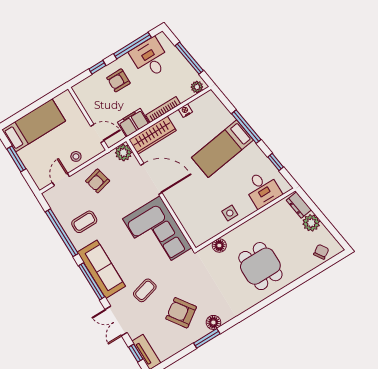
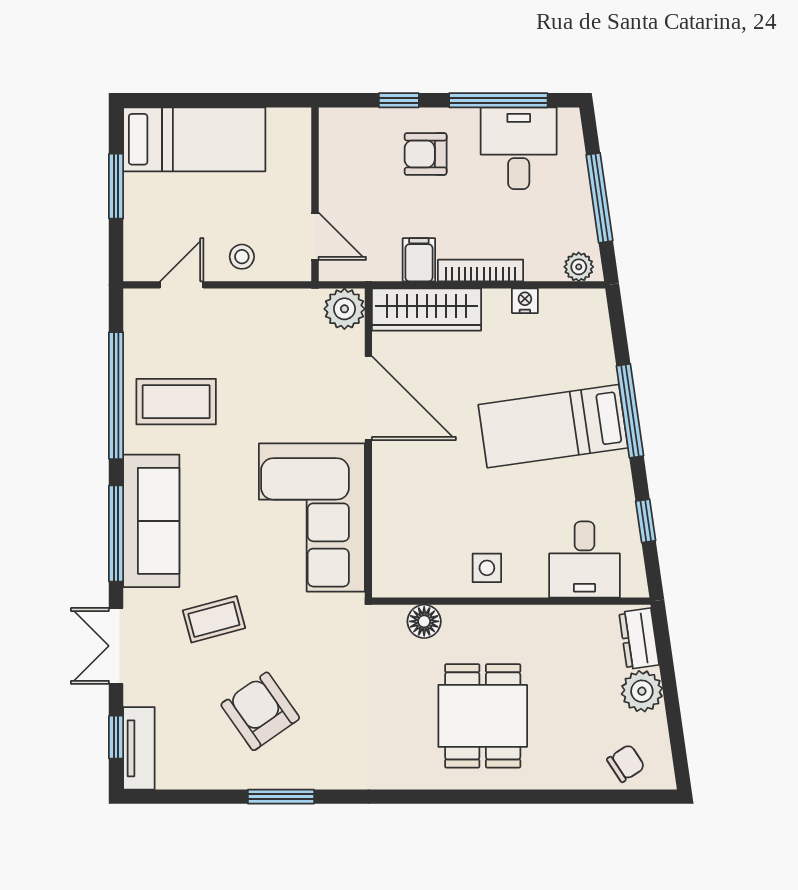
filing cabinet: (133, 123) -> (419, 260), width x0.50
armchair: (98, 181) -> (255, 334), removed
coffee table: (84, 222) -> (176, 402), width x1.36, depth x1.30
floor lamp: (213, 322) -> (315, 772), removed

